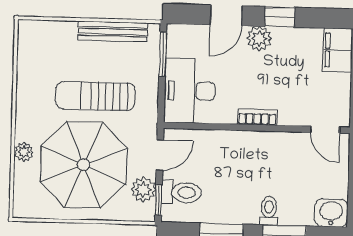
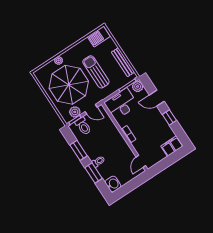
plant: (259, 39) -> (138, 87), moved
barbecue: (32, 44) -> (99, 37), added

